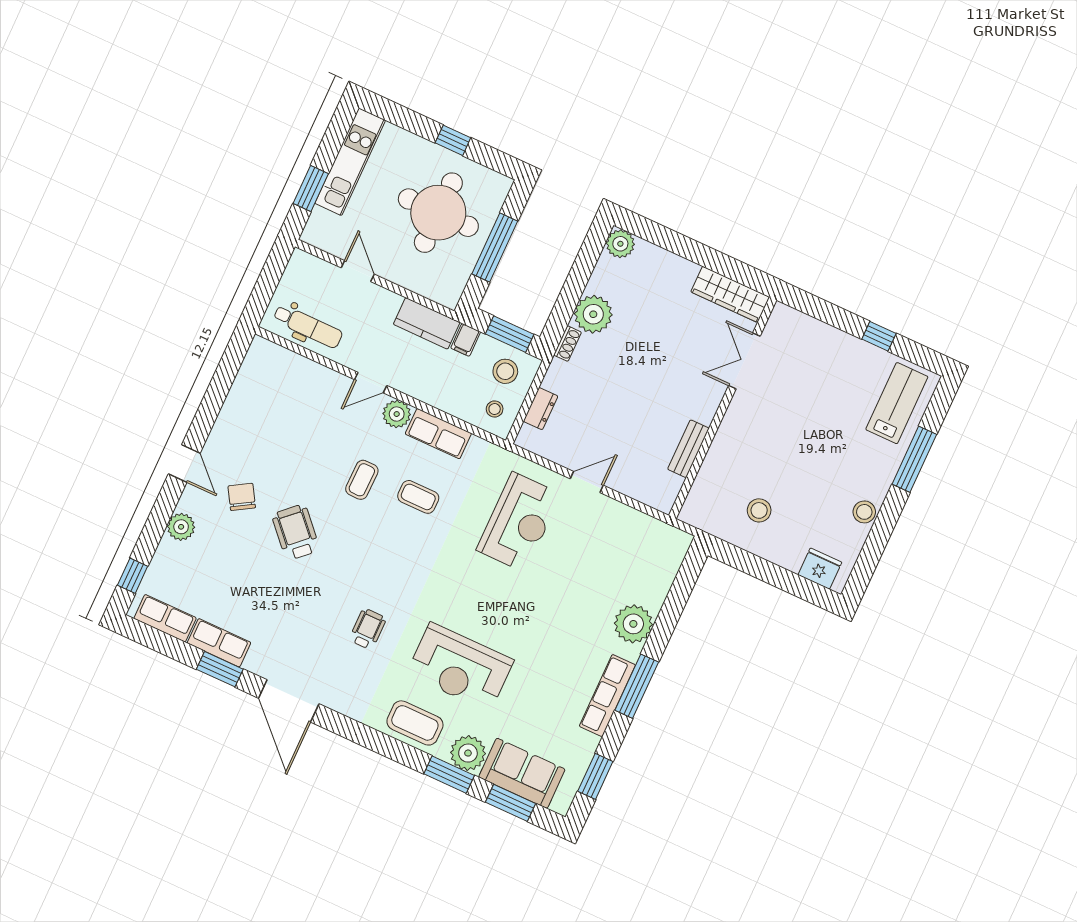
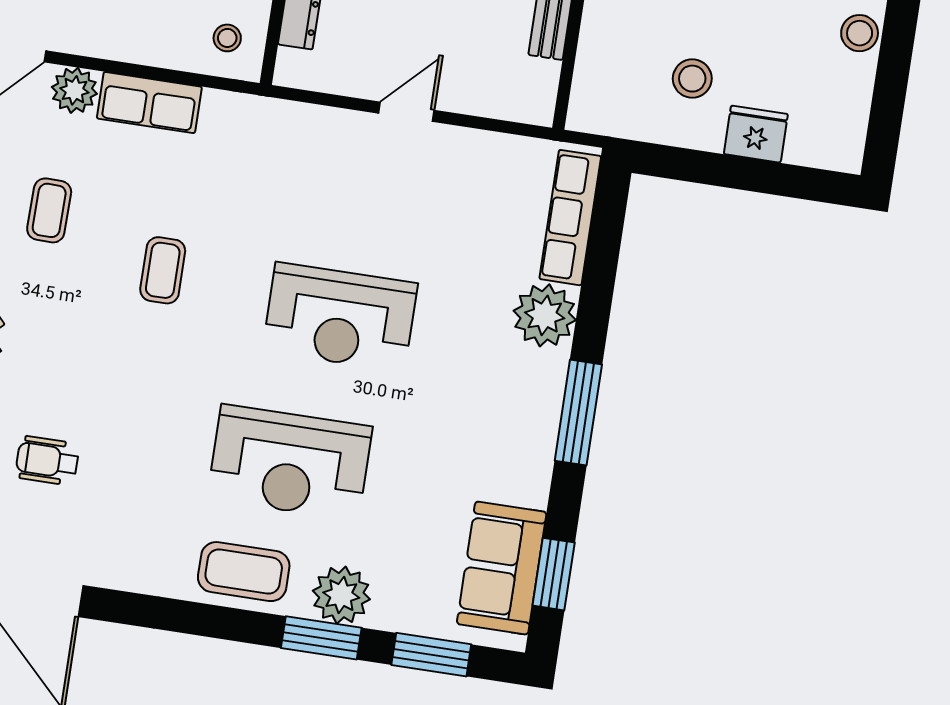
coffee table: (418, 497) -> (163, 270), moved, turned 90
reception desk: (519, 522) -> (340, 317), moved, turned 90
fridge: (820, 569) -> (756, 134), moved
wheelchair: (368, 629) -> (47, 461), moved, turned -90
row of seats: (607, 696) -> (570, 218), moved
sofa: (522, 773) -> (502, 568), moved, turned -90

